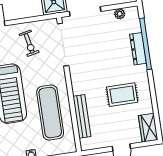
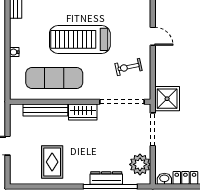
plant: (120, 14) -> (140, 164), width x1.87, depth x1.87
rug: (122, 95) -> (52, 162), moved
wardrobe: (148, 128) -> (83, 112), moved, turned 180

